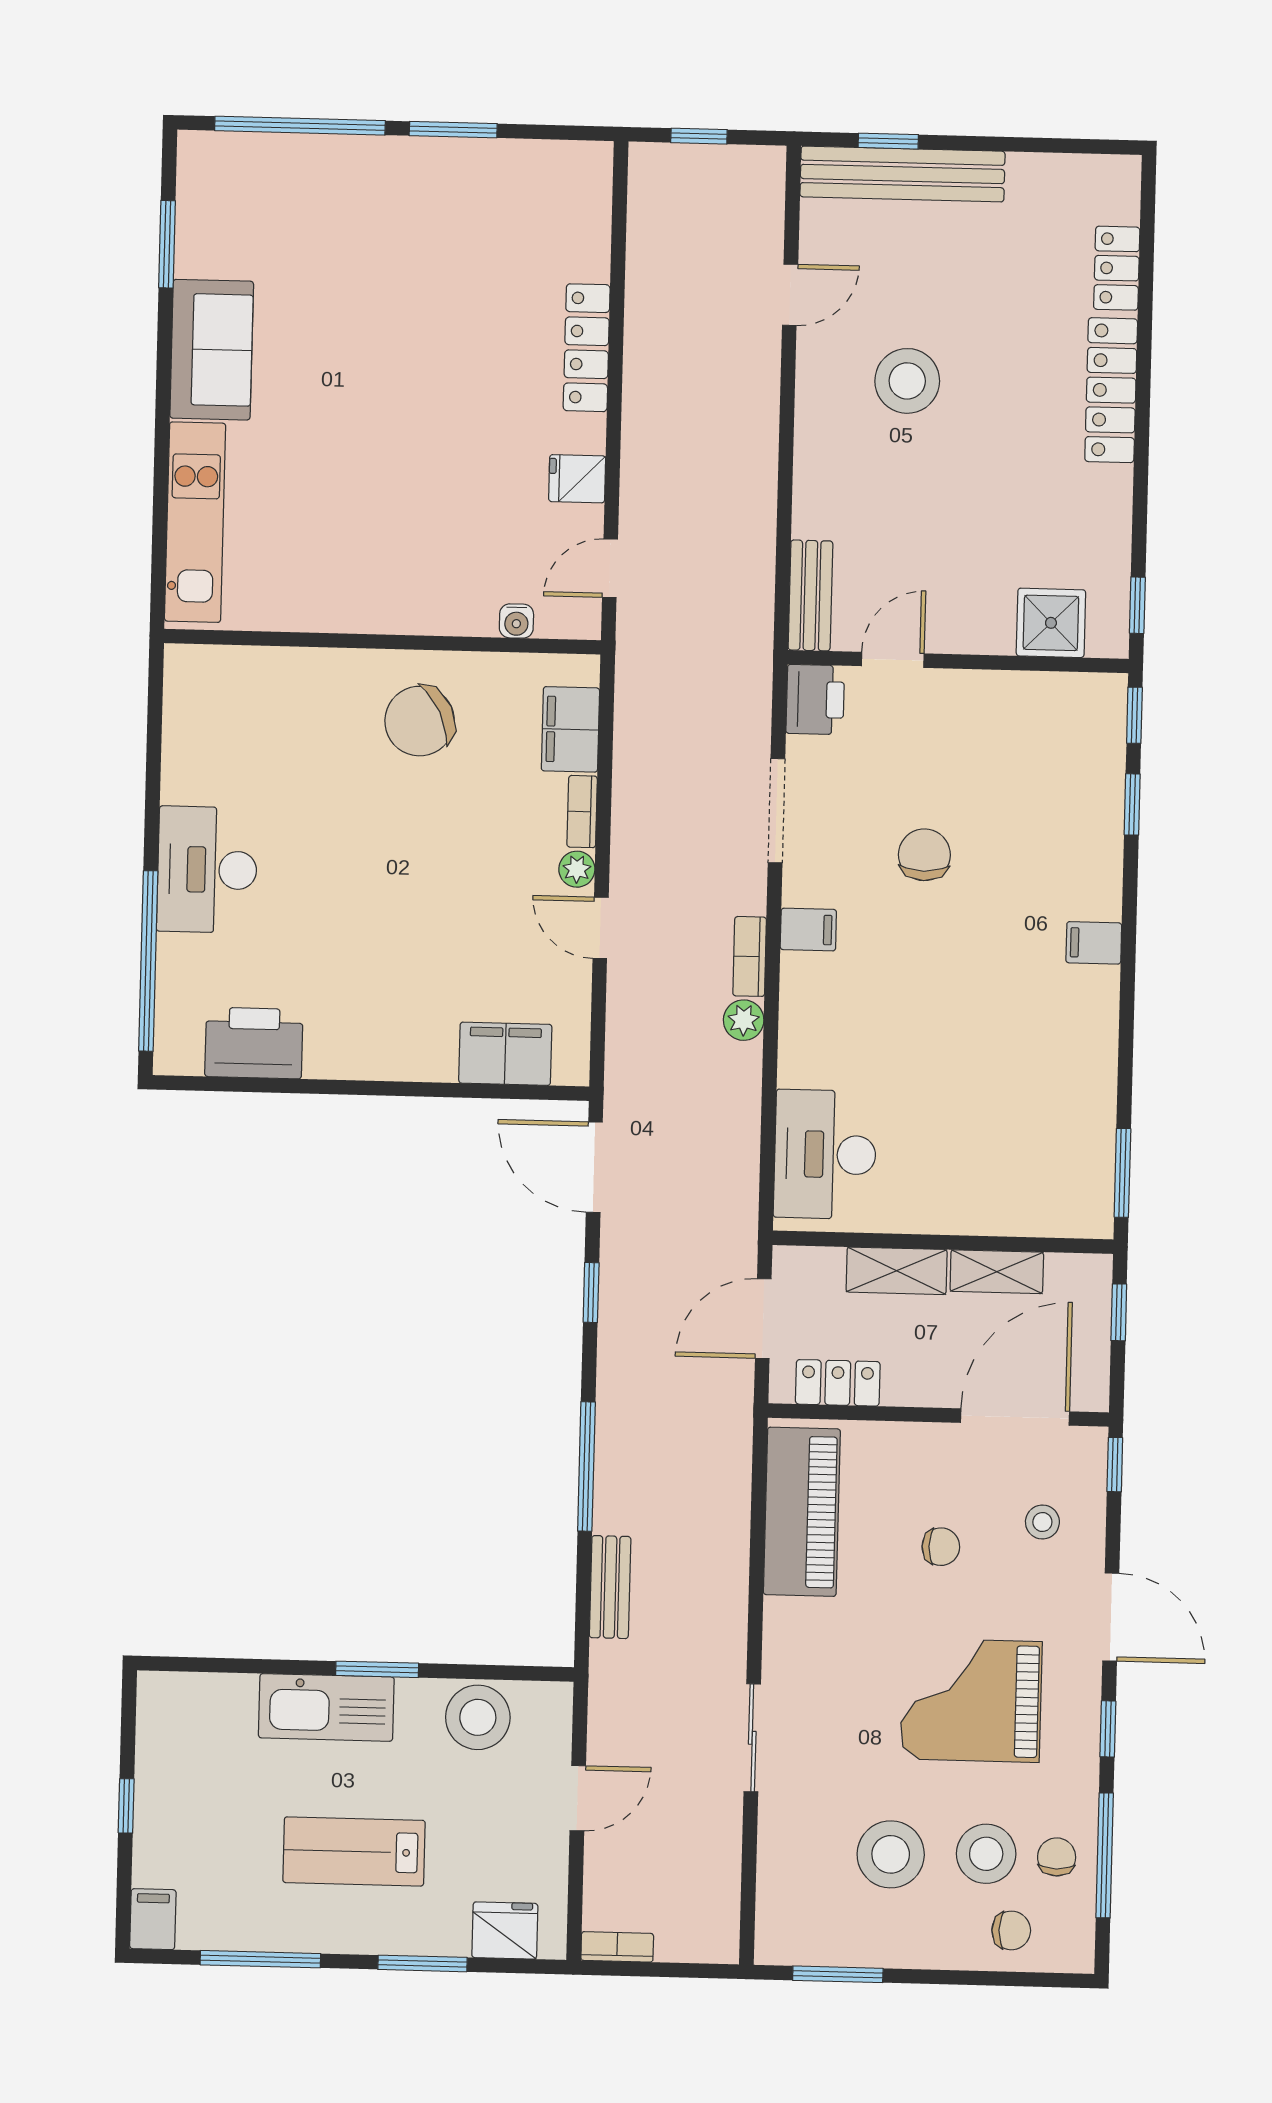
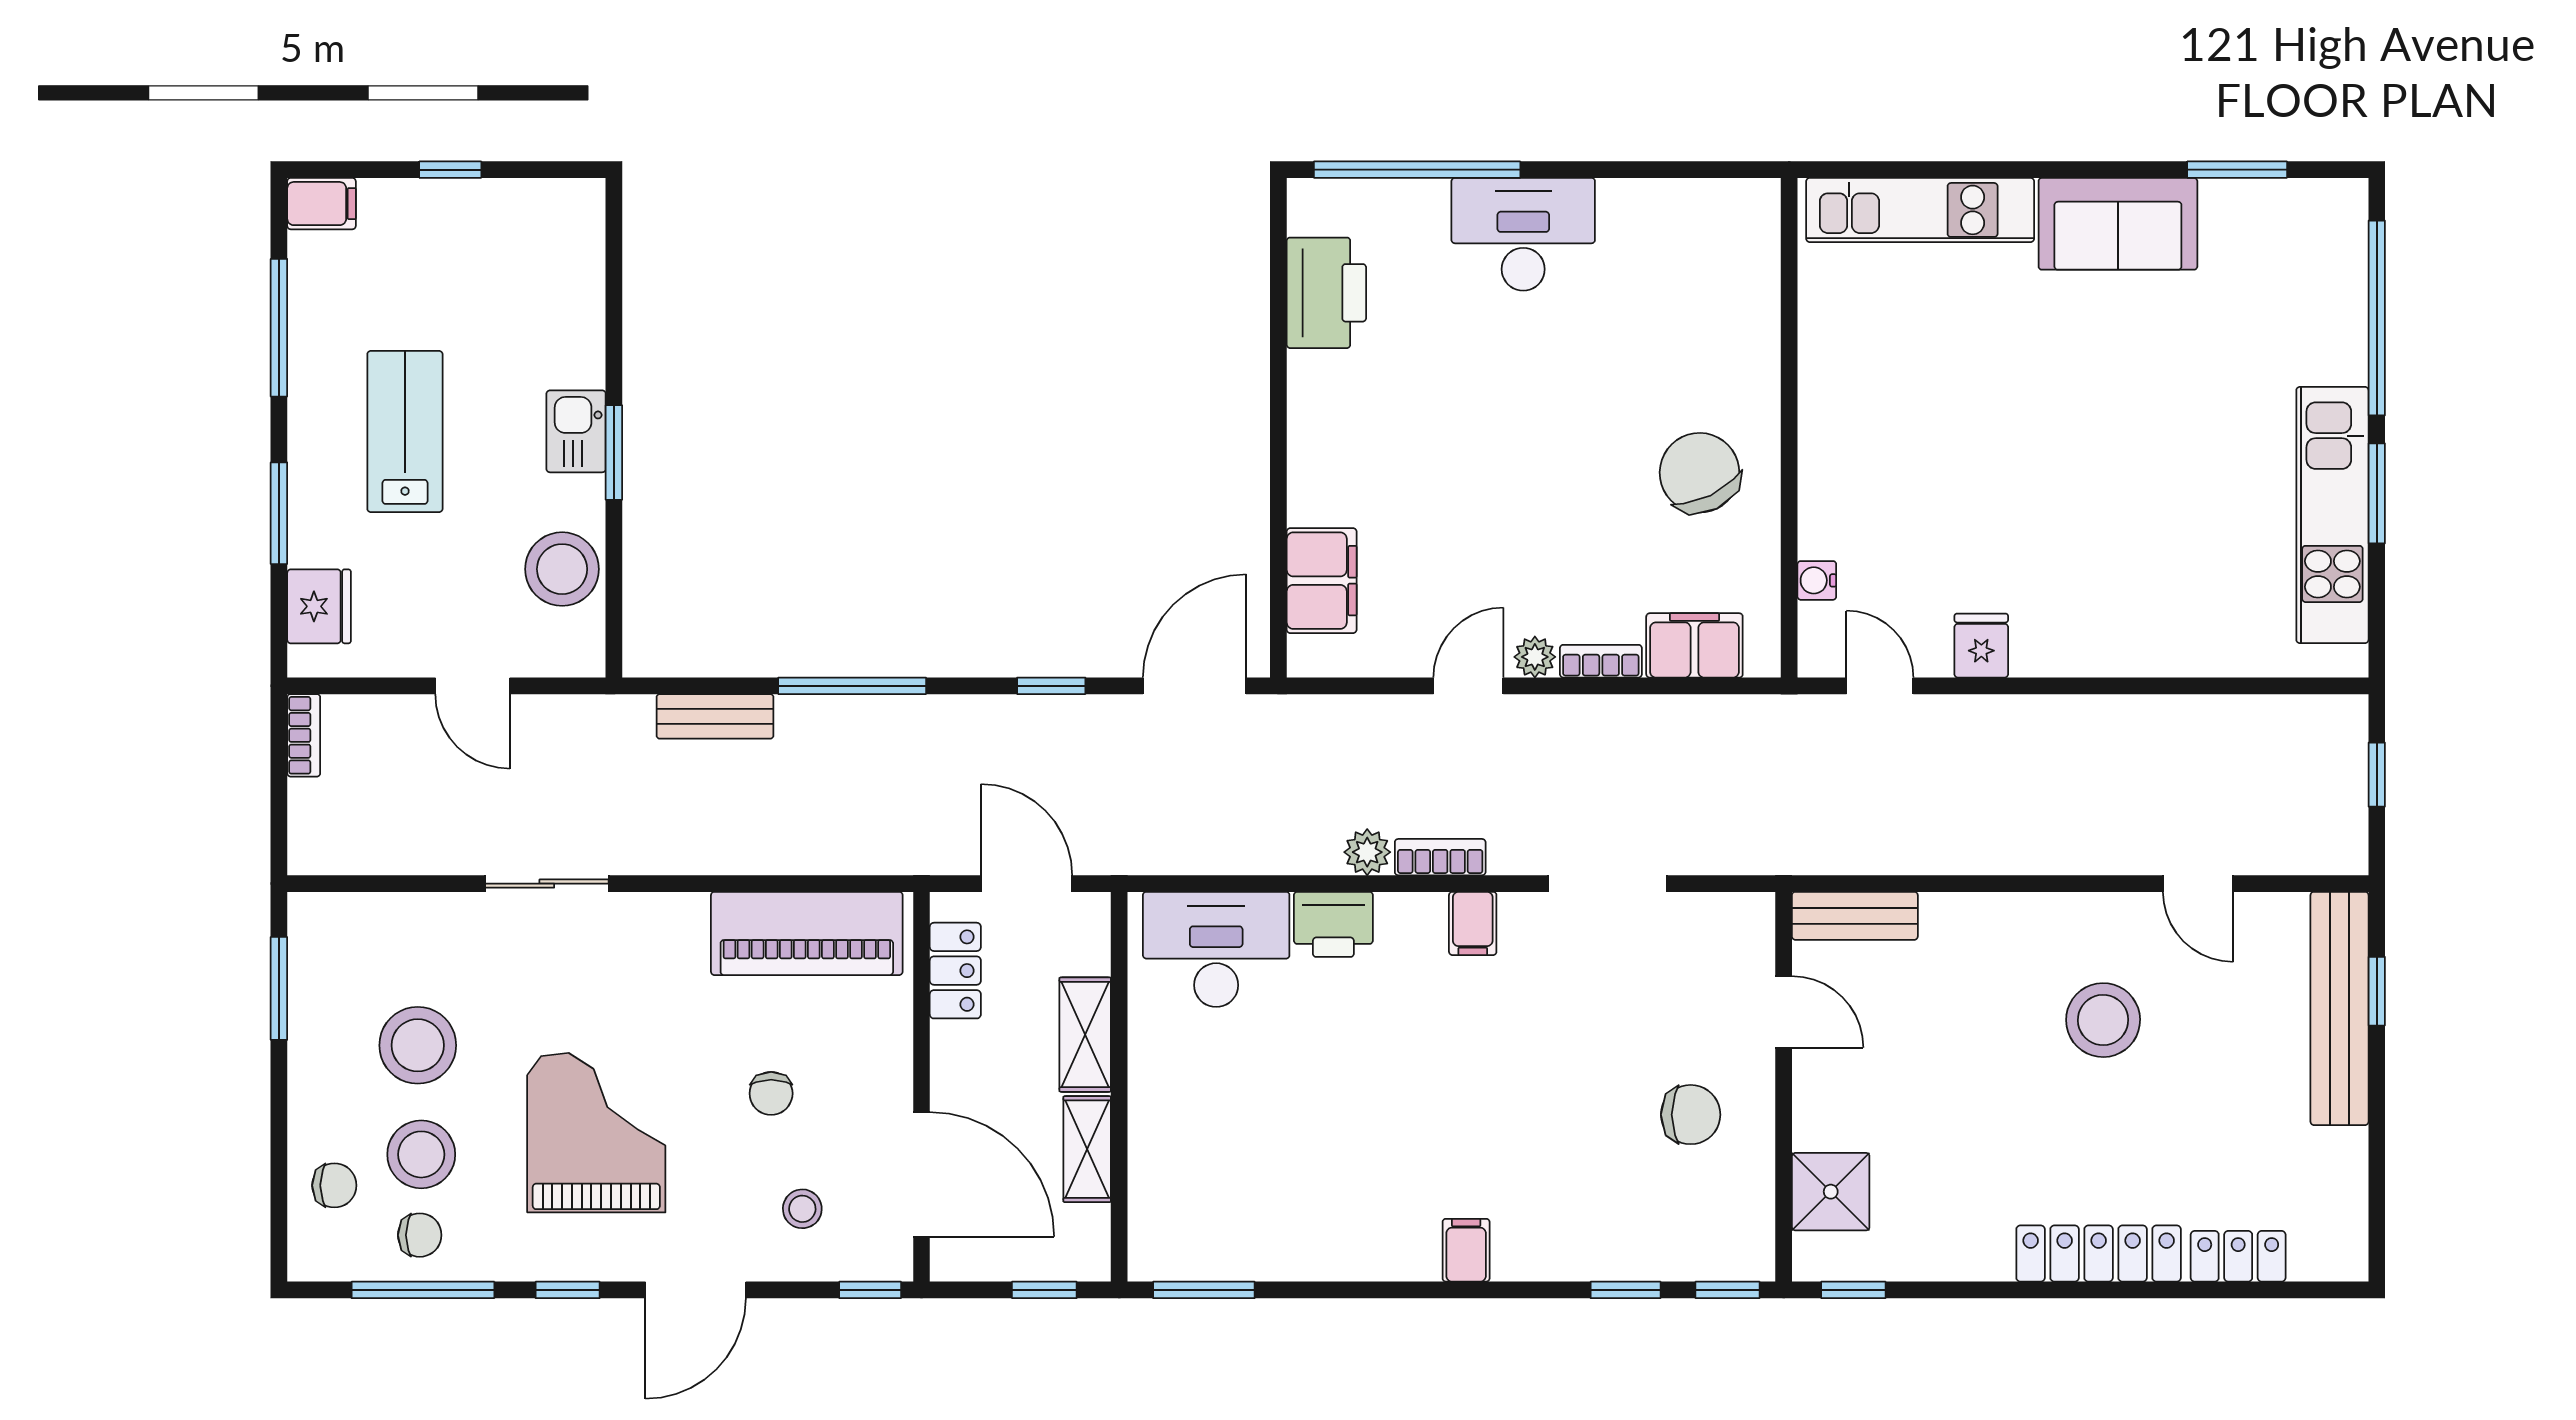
kitchen unit: (471, 169) -> (2332, 515), added
locker: (587, 348) -> (2131, 653), removed
printer: (815, 700) -> (1333, 924), moved
chair: (924, 855) -> (1691, 1115), moved
kitchen sink: (326, 1707) -> (576, 431), width x0.53, depth x0.81
chair: (1011, 1930) -> (334, 1185), turned -90

